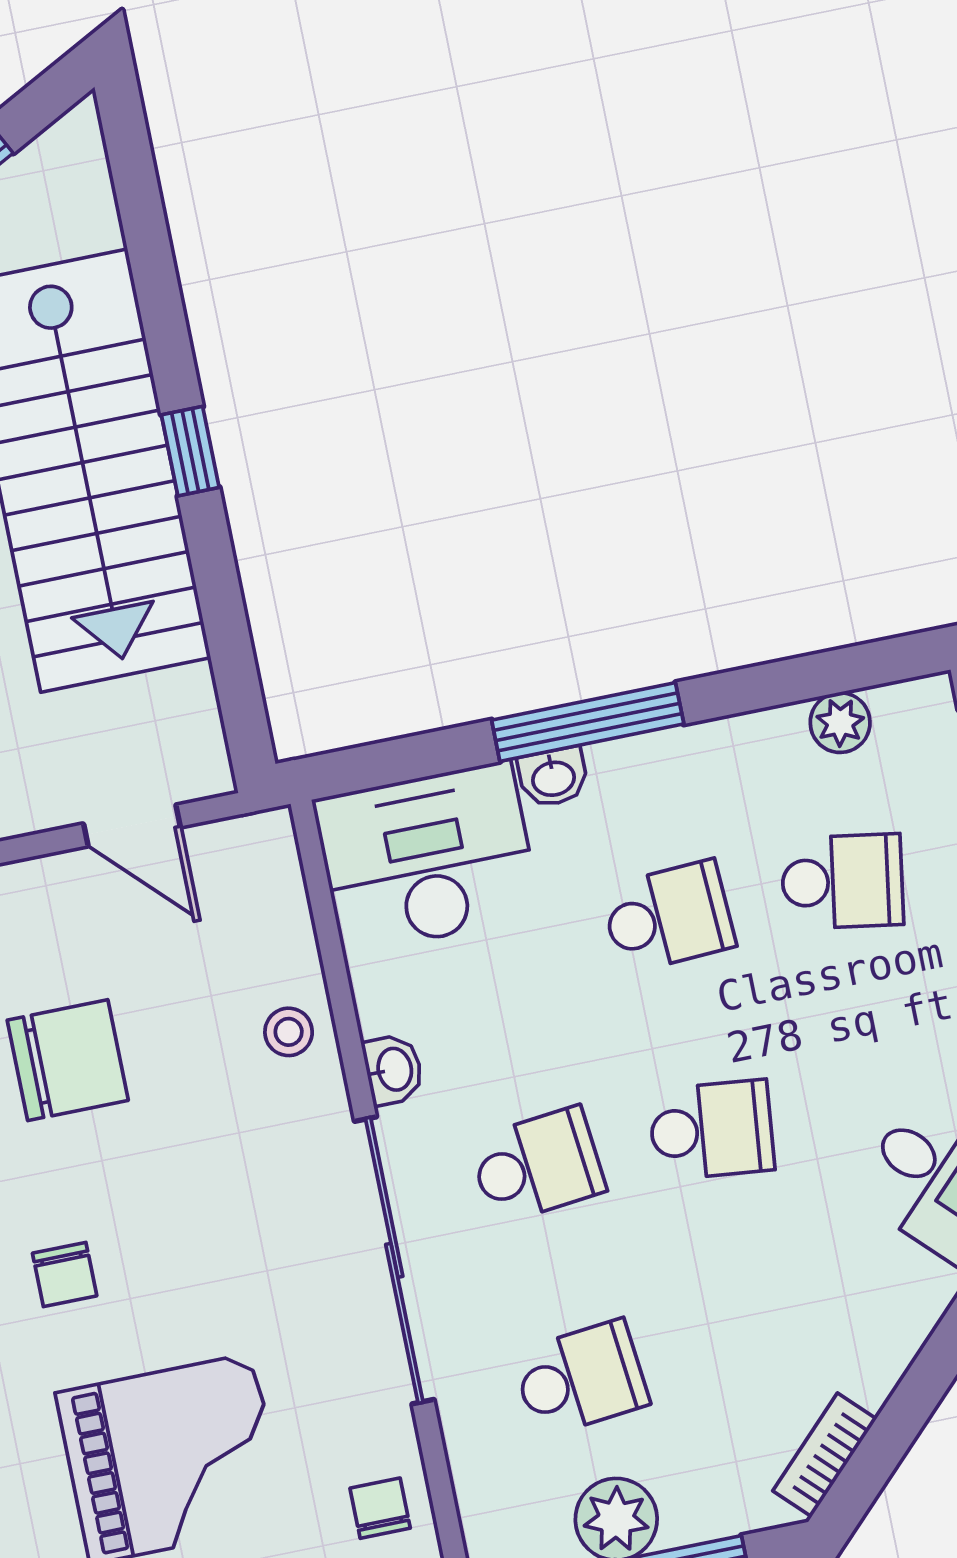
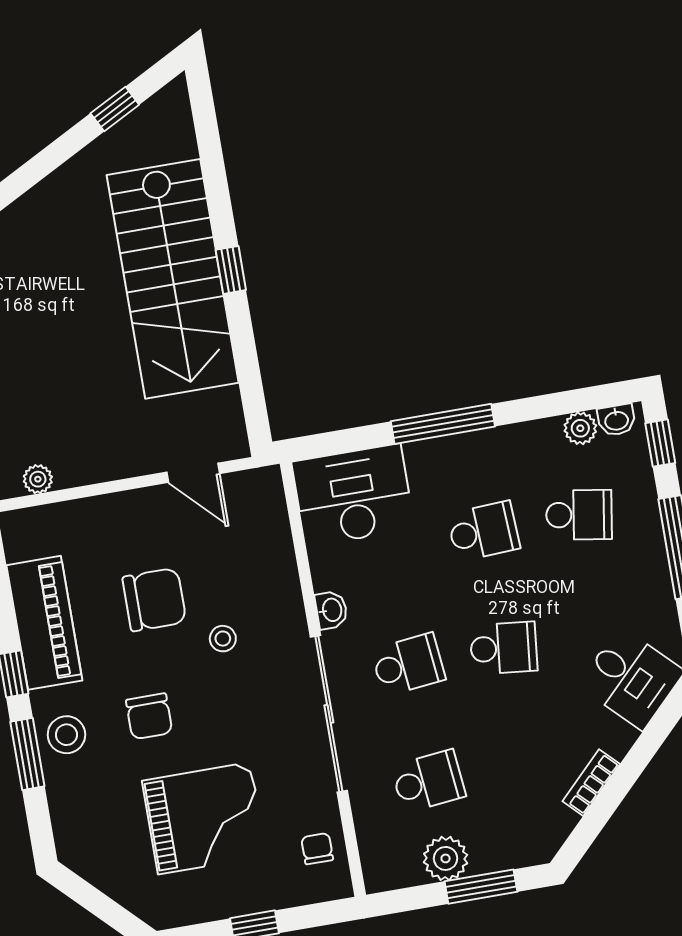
washbasin: (553, 777) -> (616, 420), moved
stool: (289, 1032) -> (223, 639), moved
chair: (65, 1274) -> (149, 716), width x1.37, depth x1.37
bookcase: (825, 1455) -> (591, 783), moved

